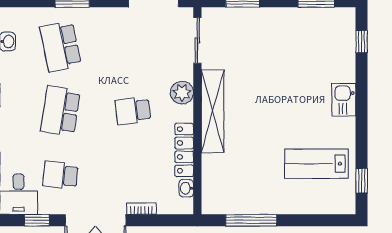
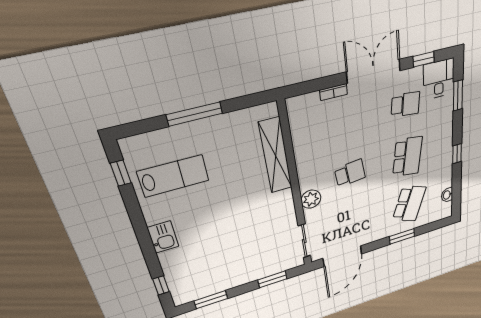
school desk: (60, 46) -> (409, 204), turned 33
shelving: (213, 111) -> (276, 156), moved
locker: (184, 150) -> (302, 154), removed
washbasin: (186, 188) -> (295, 121), removed
window: (251, 220) -> (195, 114), moved

